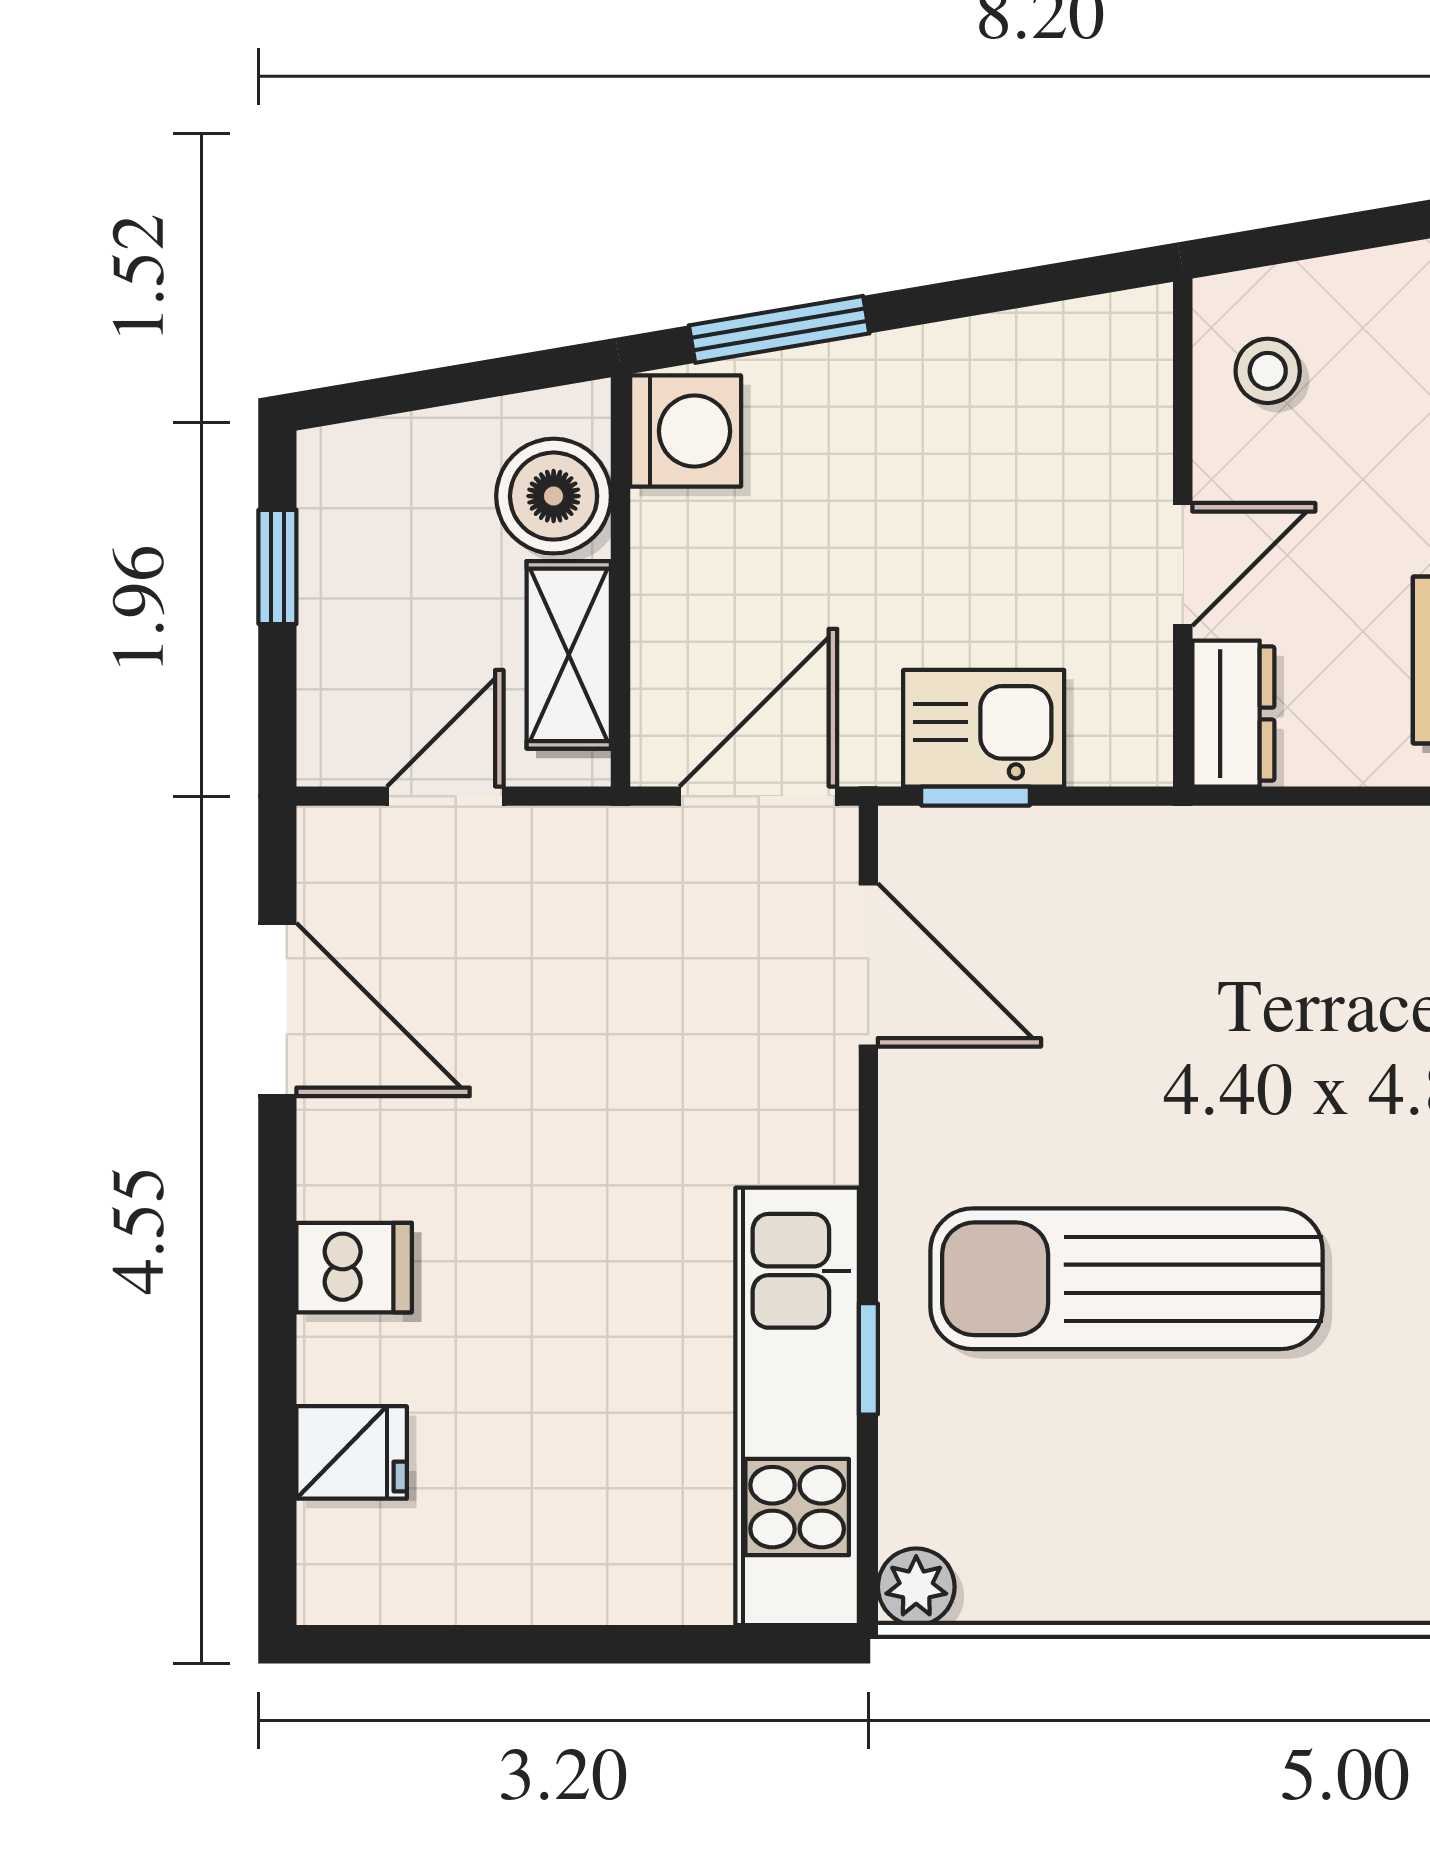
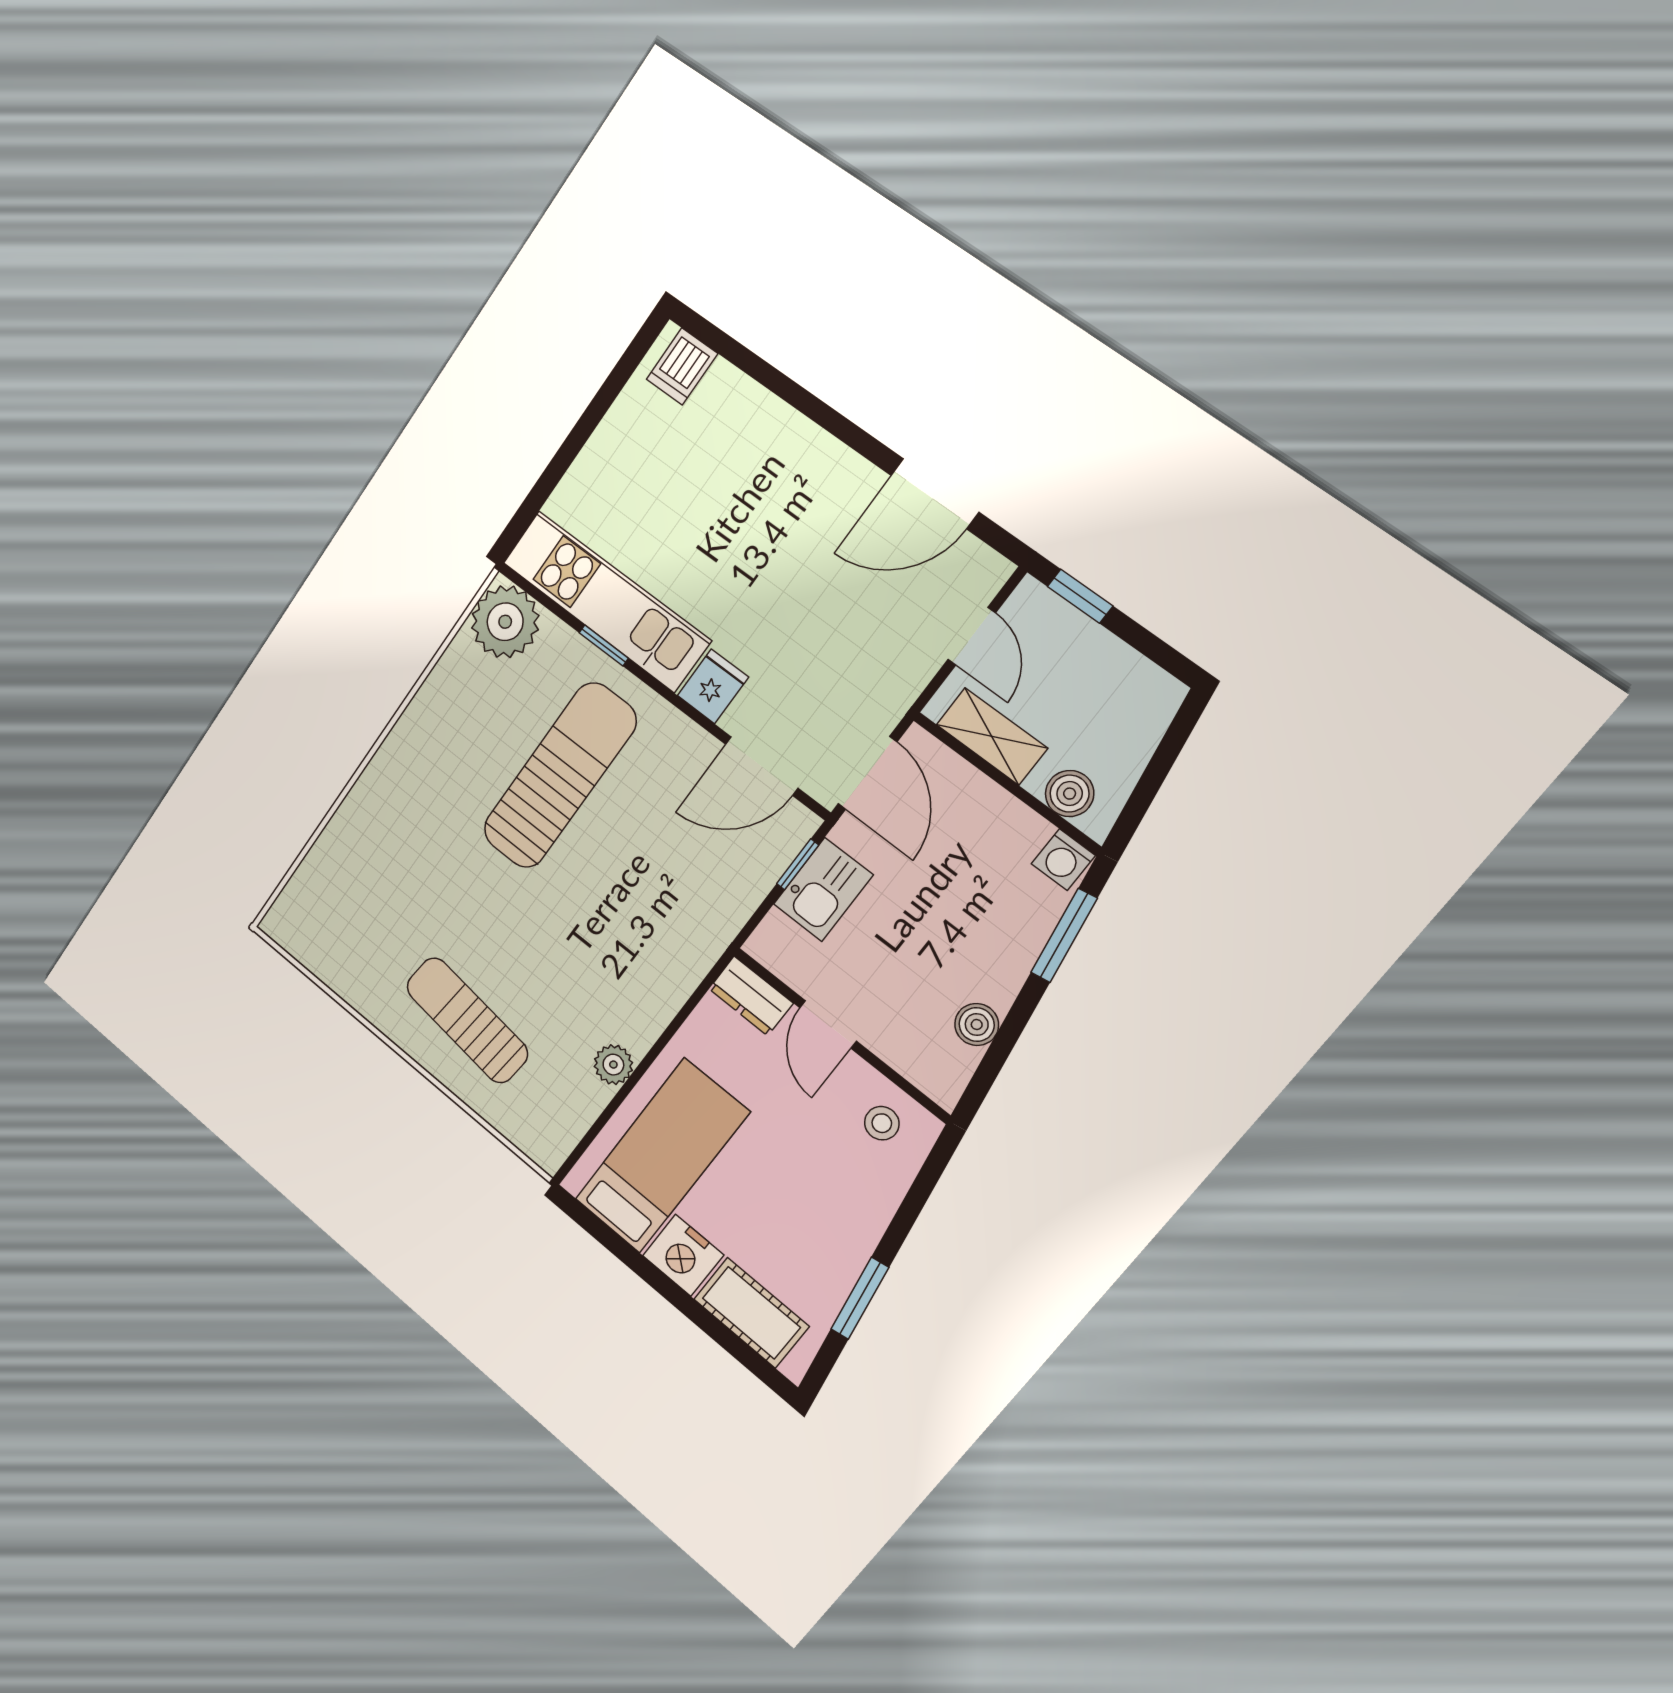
boiler: (1008, 350) -> (977, 1025), added
washing machine: (686, 431) -> (1063, 860), width x0.73, depth x0.73
boiler: (554, 496) -> (1070, 794), width x0.73, depth x0.73
window: (277, 567) -> (1080, 596), moved
dishwasher: (354, 1268) -> (682, 366), moved
fridge: (352, 1452) -> (713, 686), moved, turned 180
plant: (916, 1587) -> (505, 622), width x1.88, depth x1.88

